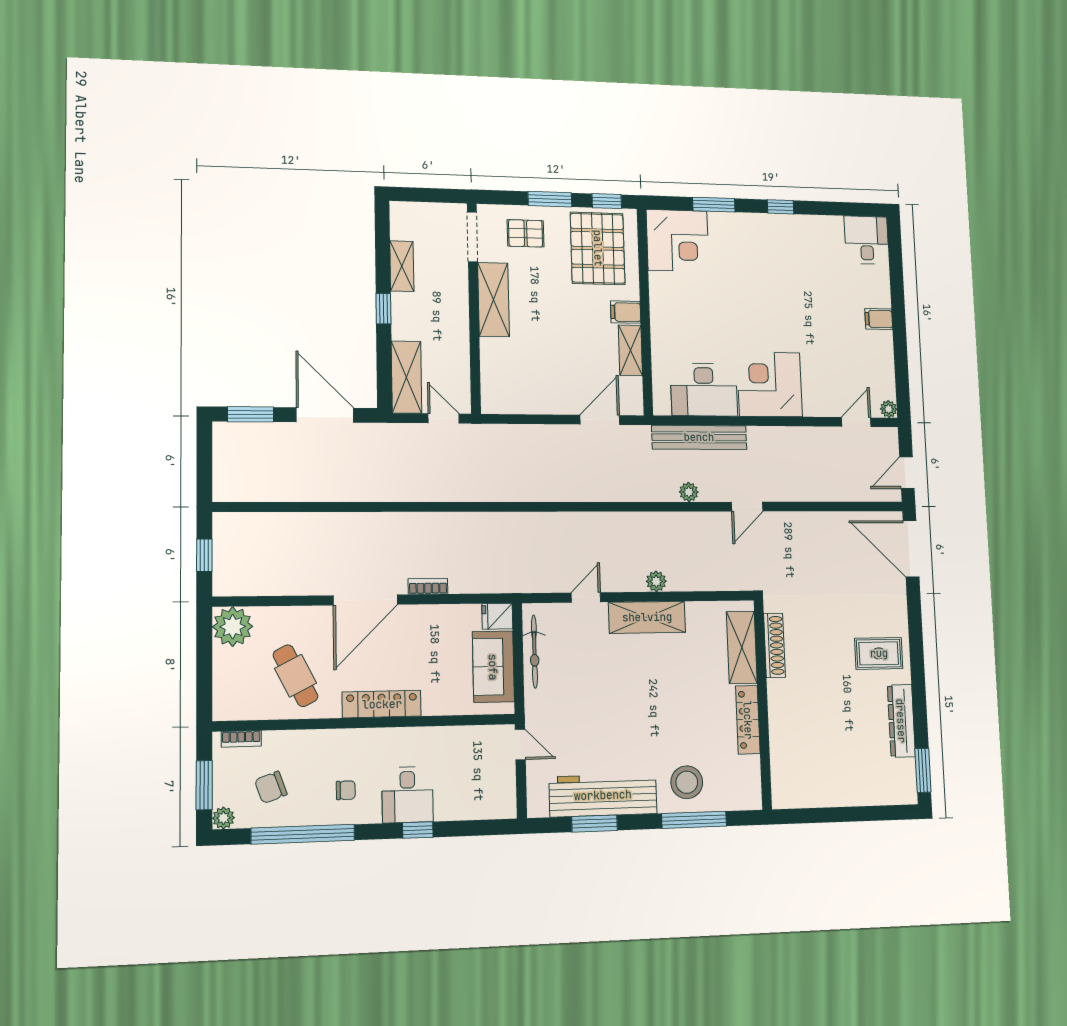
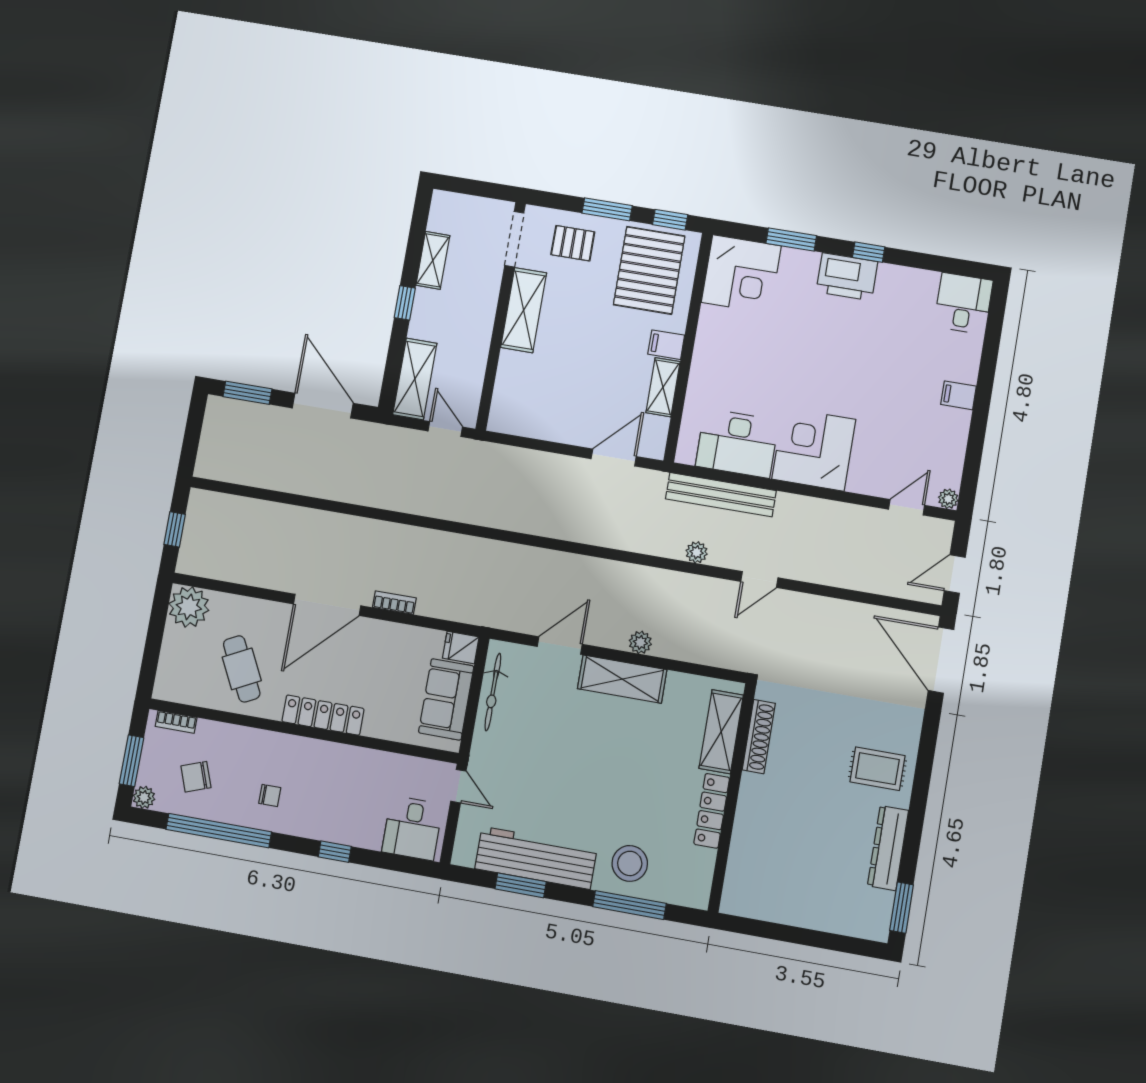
printer: (767, 230) -> (847, 277), added
door: (586, 597) -> (560, 645), width x1.38
desk: (408, 795) -> (412, 828), moved

